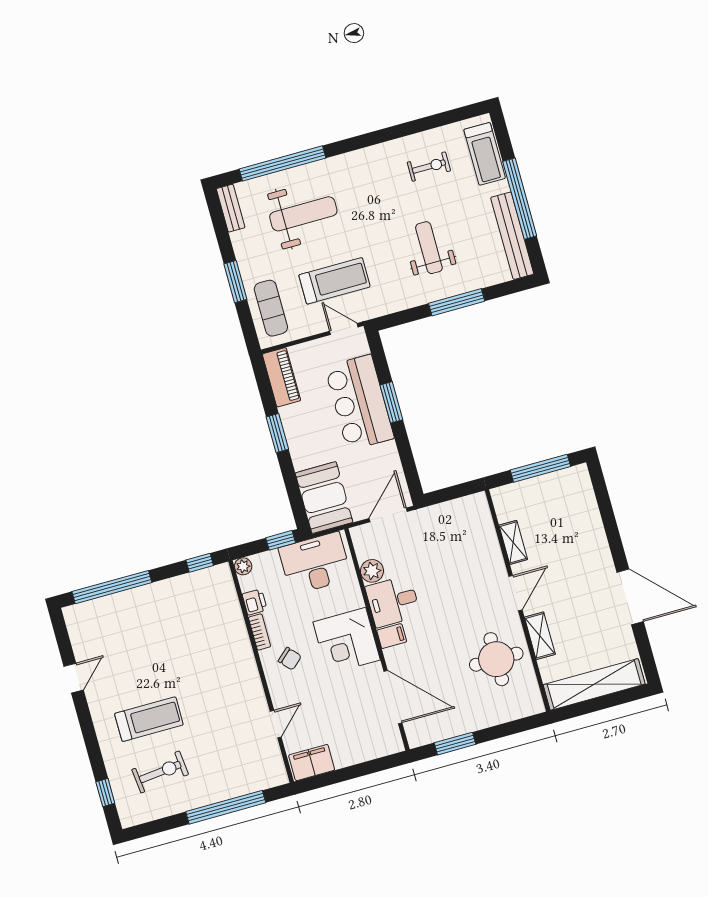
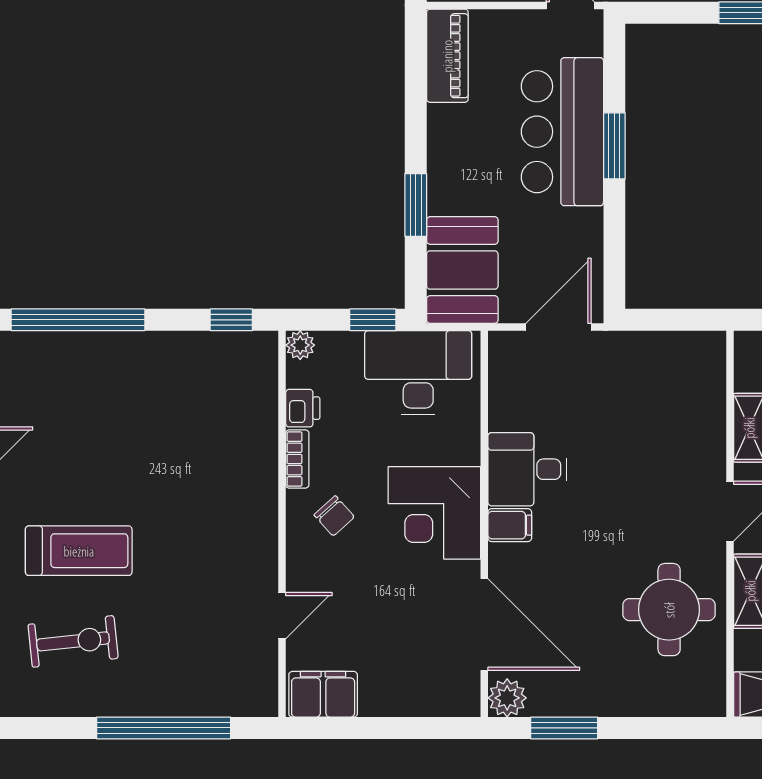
window: (277, 433) -> (416, 205), moved
plant: (372, 571) -> (507, 698), moved

